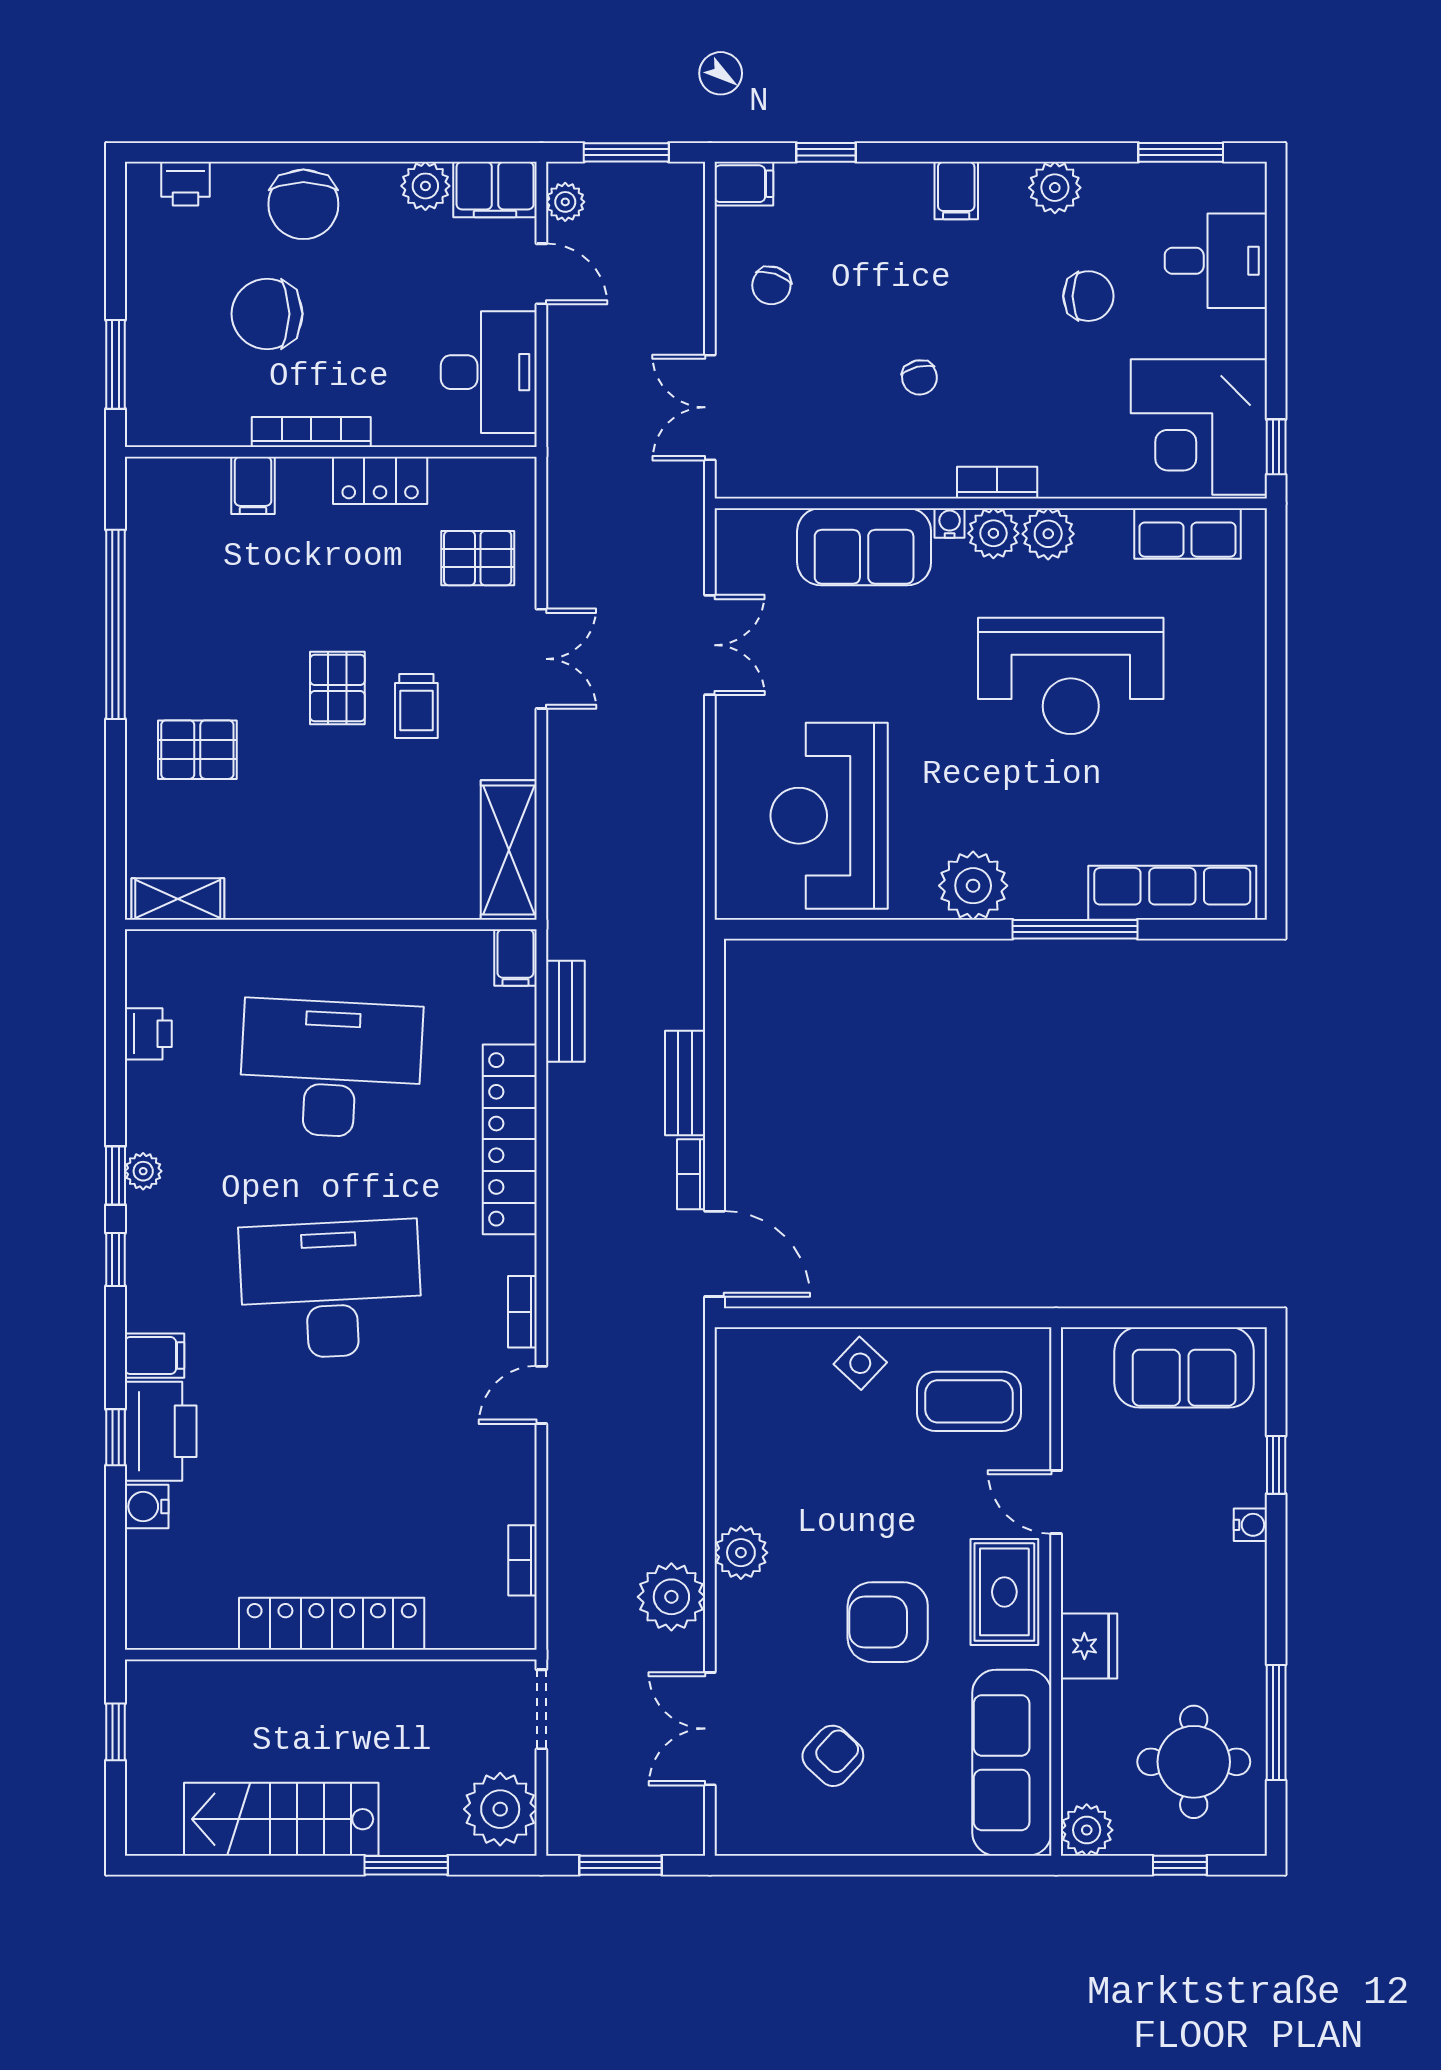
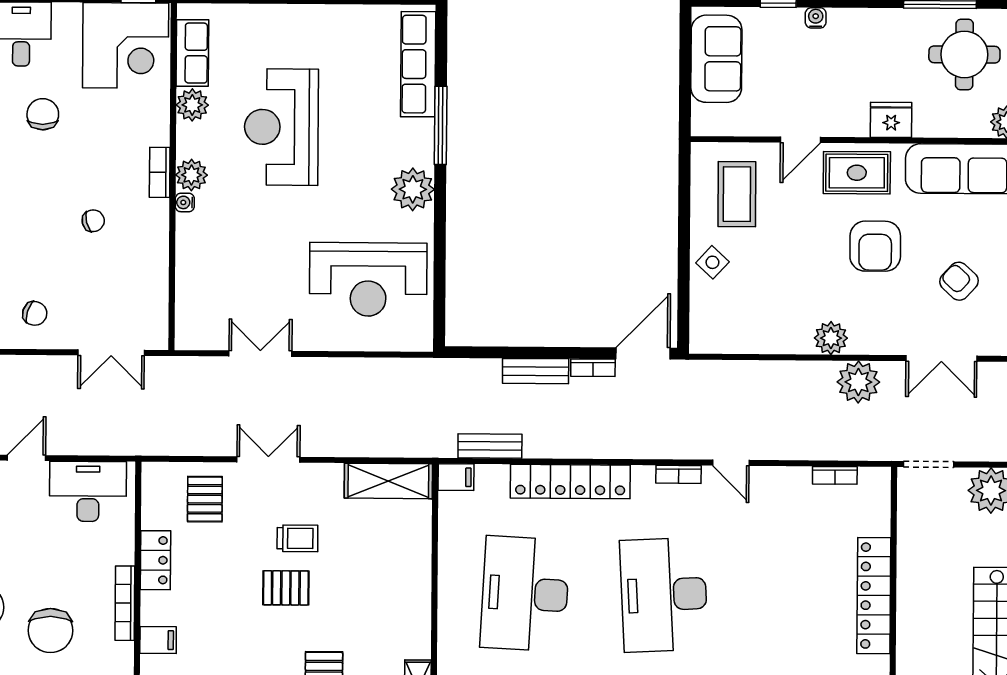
plant: (1048, 534) -> (192, 105), moved
sofa: (864, 547) -> (199, 256), removed
reception desk: (1071, 676) -> (281, 127), turned 180

